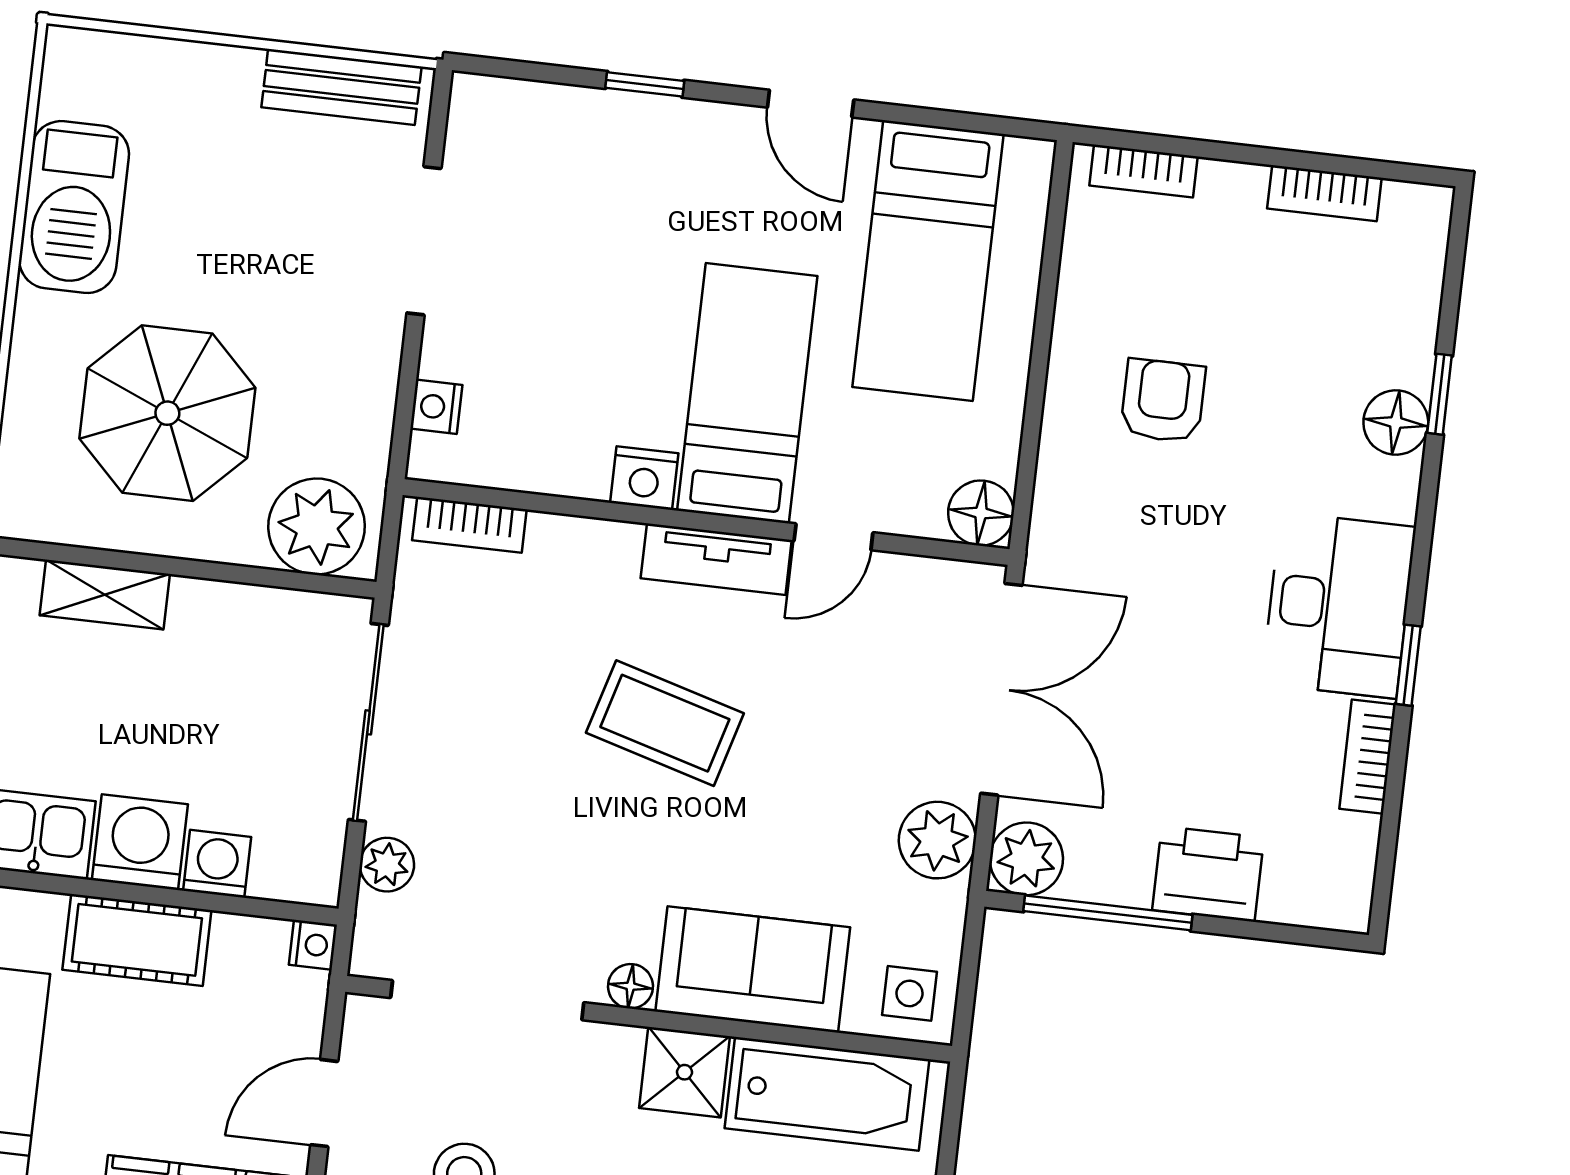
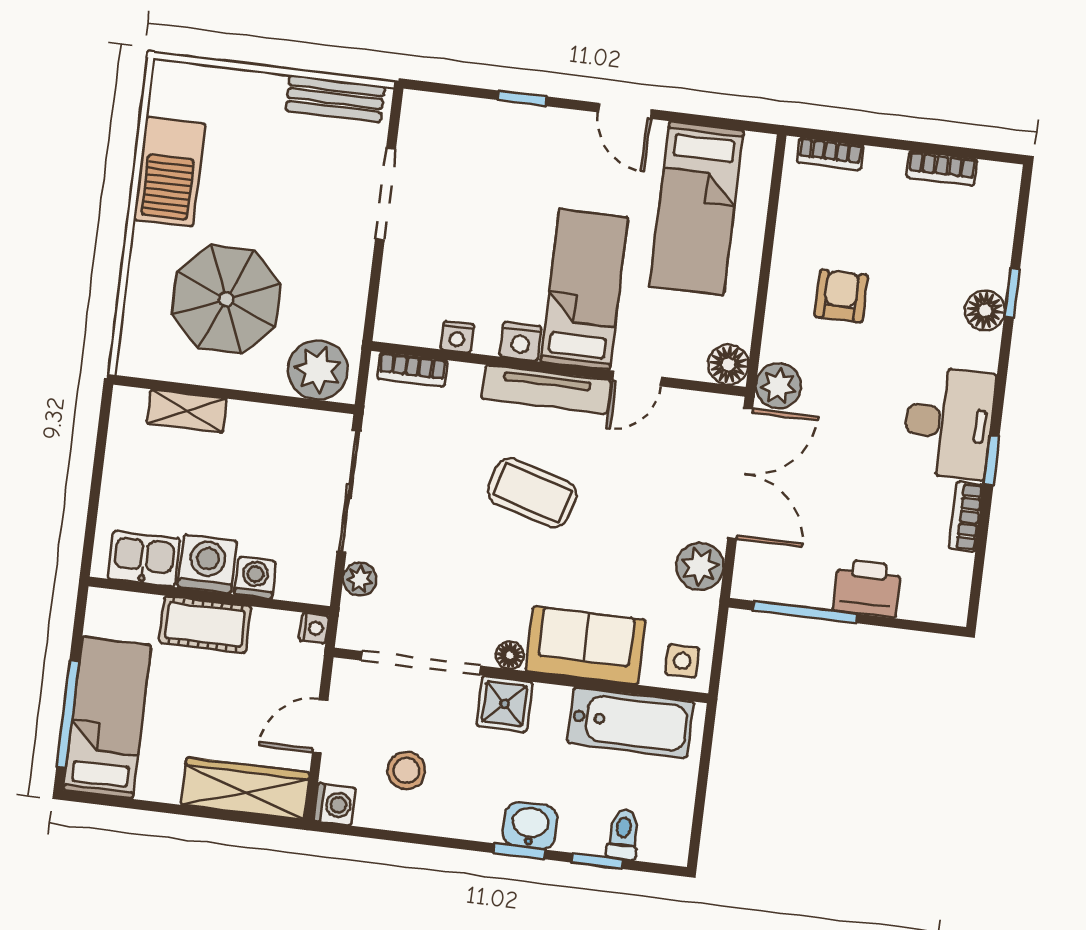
nightstand: (436, 407) -> (457, 337), moved, turned -90
tv unit: (716, 559) -> (546, 390), width x1.41
plant: (1026, 859) -> (779, 386), moved
shower: (684, 1072) -> (505, 704), moved

